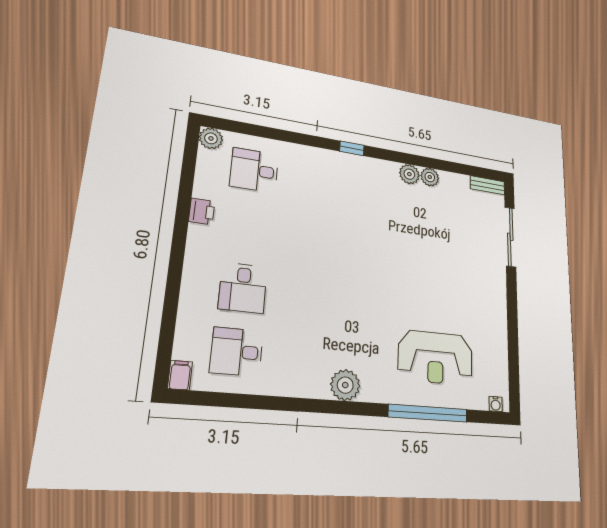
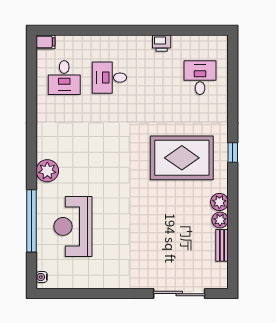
plant: (211, 138) -> (219, 44), removed
bench: (487, 185) -> (222, 245), moved
rug: (355, 209) -> (182, 158), added
desk: (237, 352) -> (64, 78), turned 180
plant: (345, 385) -> (47, 171), moved

